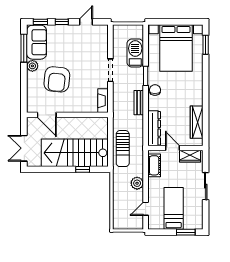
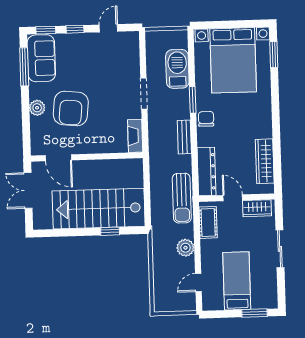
plant: (32, 66) -> (37, 108), moved
double door: (24, 148) -> (28, 190), moved
sun lounger: (123, 149) -> (182, 198), moved

